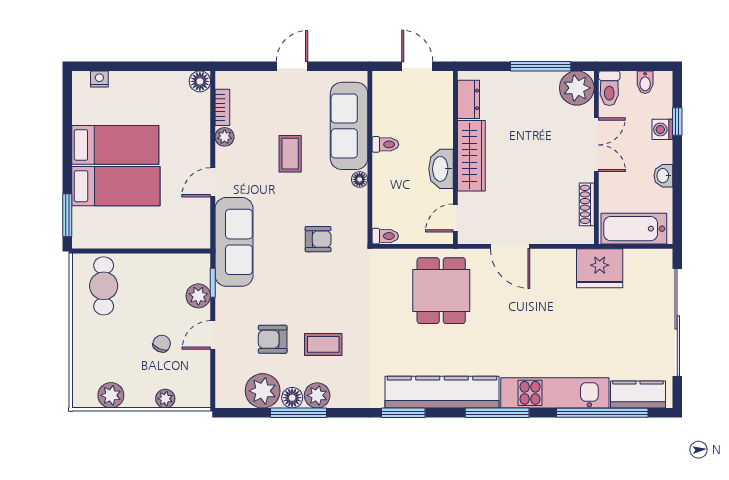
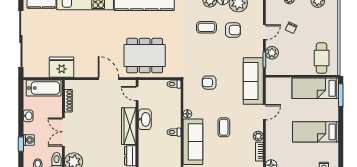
bed: (116, 186) -> (315, 88), moved
door: (455, 218) -> (137, 94), swing flipped
dining table: (441, 291) -> (145, 56), width x1.37

